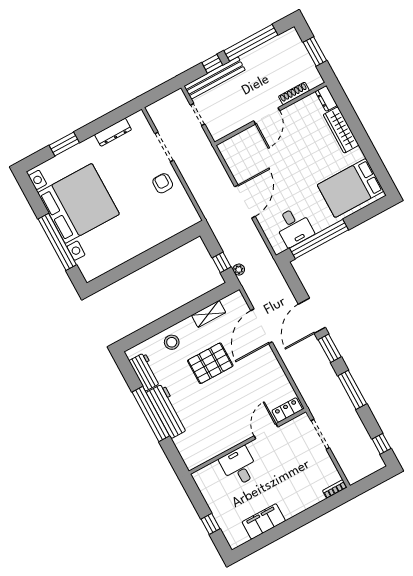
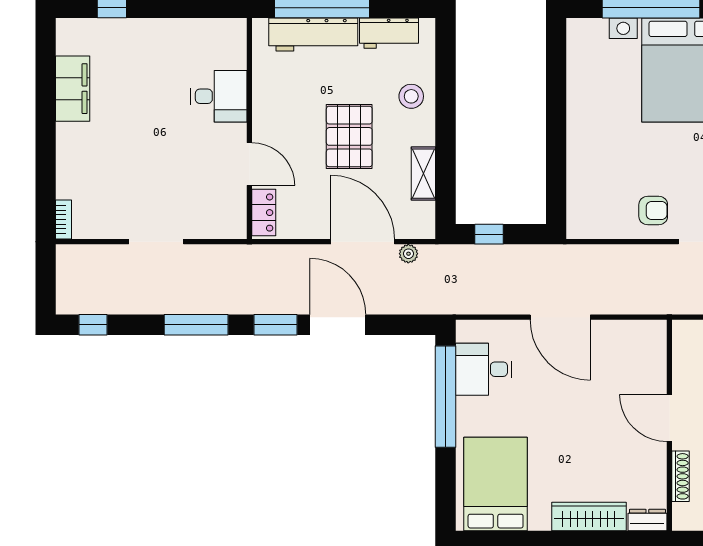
plant: (239, 270) -> (408, 254), moved
locker: (287, 410) -> (264, 213), moved
door: (266, 431) -> (249, 164), moved
wall: (247, 441) -> (249, 129), moved
desk: (239, 466) -> (219, 96), moved

